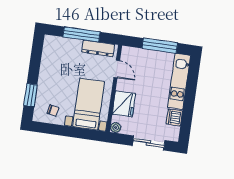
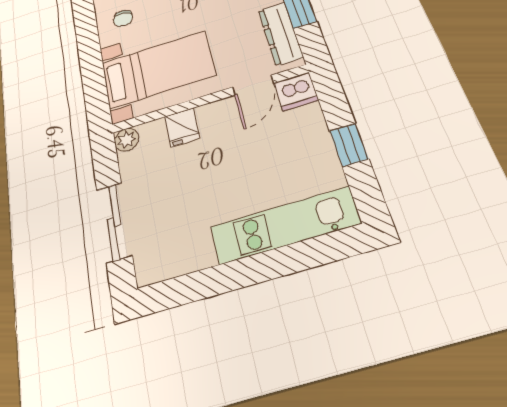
window: (160, 46) -> (349, 145), width x0.46
fridge: (124, 104) -> (182, 127), width x0.53, depth x0.75
dishwasher: (174, 117) -> (296, 91), moved, turned 180

